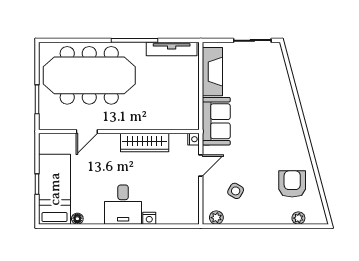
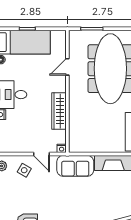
door: (87, 132) -> (67, 67), hinge flipped
side table: (236, 191) -> (24, 170), moved

